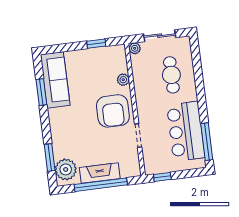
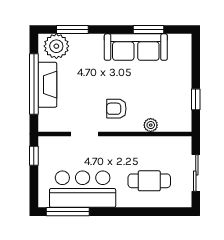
plant: (135, 48) -> (185, 143), removed
sofa: (55, 80) -> (136, 47), moved
armchair: (113, 111) -> (116, 109), width x0.53, depth x0.53

